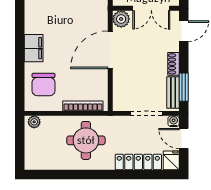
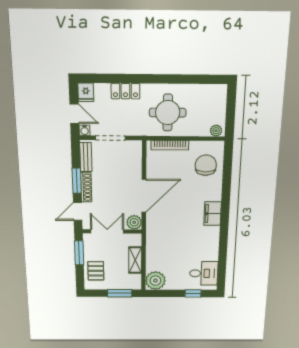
filing cabinet: (34, 48) -> (212, 214), moved
shoe rack: (174, 64) -> (86, 187), width x1.43
window: (184, 87) -> (77, 181), moved
locker: (138, 162) -> (125, 91), width x0.66

